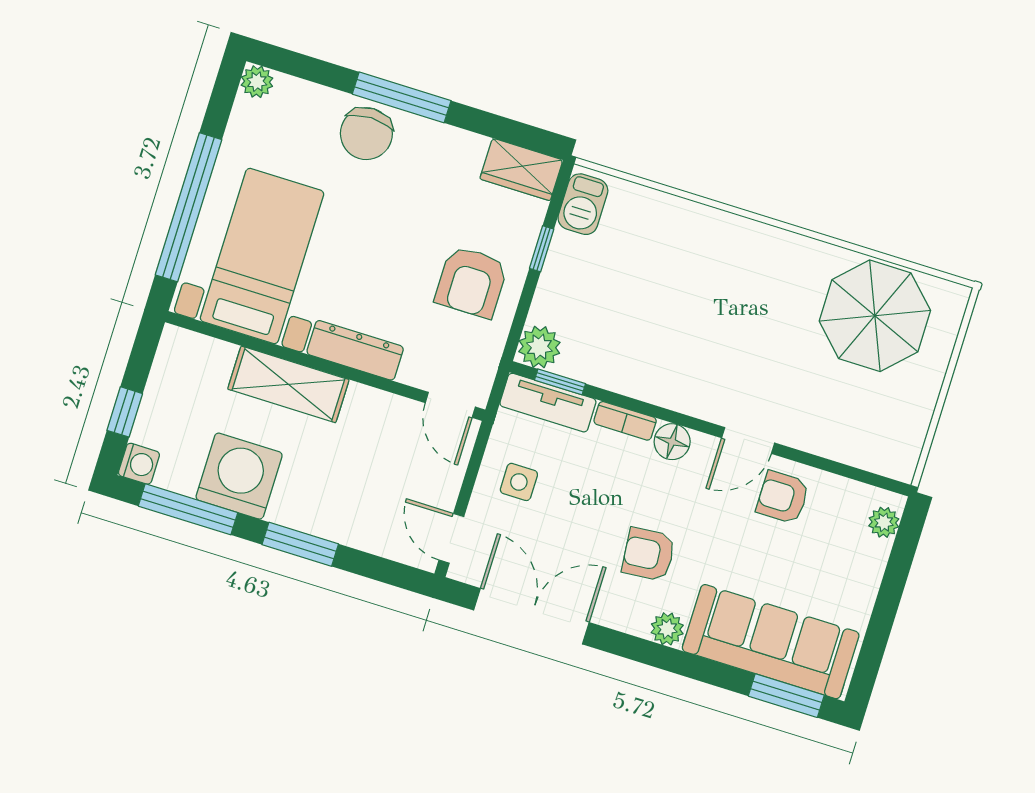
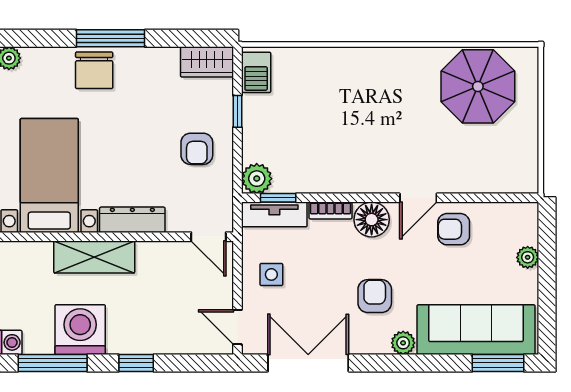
armchair: (471, 282) -> (197, 149), width x0.72, depth x0.72
floor lamp: (672, 442) -> (372, 220), width x1.38, depth x1.38
plant: (884, 522) -> (528, 257), moved
window: (300, 544) -> (136, 363), width x0.67
armchair: (649, 554) -> (375, 296), turned 95

